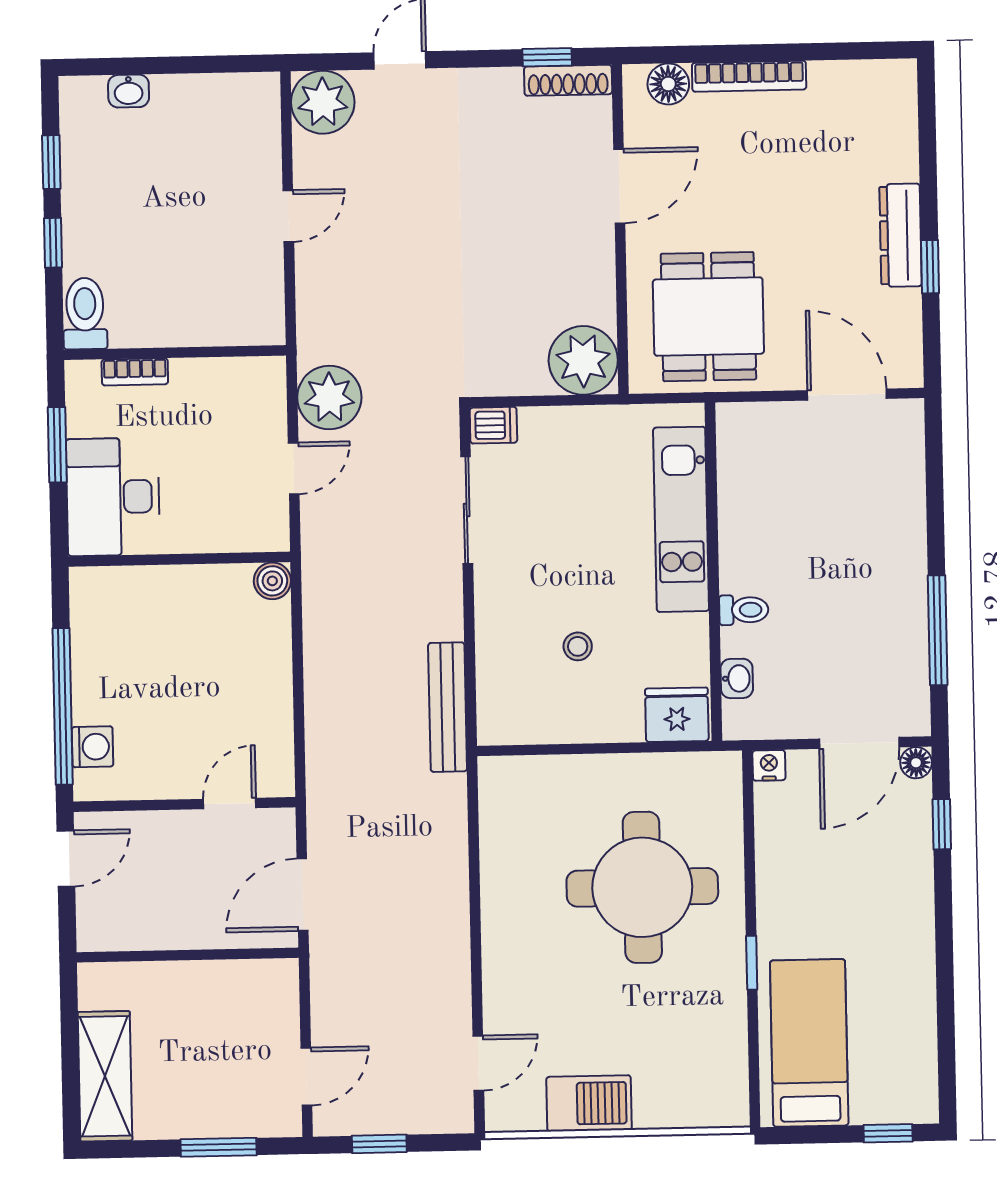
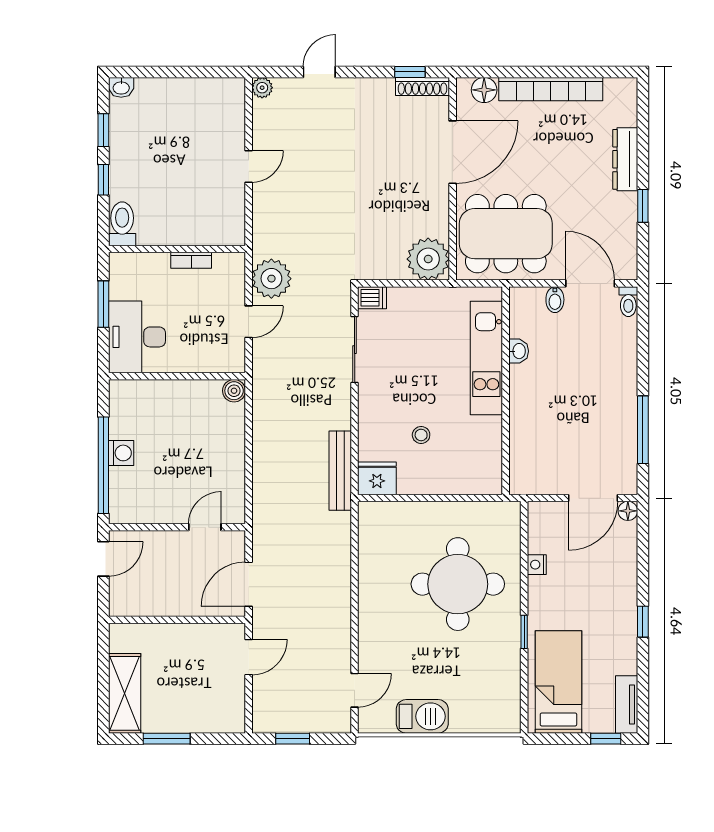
bookcase: (749, 76) -> (551, 89), width x1.48, depth x1.31
washbasin: (129, 91) -> (121, 87), moved
plant: (323, 102) -> (262, 88), width x0.53, depth x0.53
door: (619, 186) -> (453, 152), width x1.36
dresser: (901, 235) -> (625, 159), moved
dining table: (708, 317) -> (506, 234), width x1.38
bookcase: (135, 372) -> (191, 260), moved
bidet: (790, 422) -> (555, 300), added
toilet: (744, 610) -> (628, 302), moved, turned 90
washbasin: (737, 678) -> (519, 351), moved
fridge: (677, 715) -> (377, 478), moved
washing machine: (93, 747) -> (121, 453), moved
nightstand: (769, 765) -> (537, 565), moved, turned -90
window: (942, 824) -> (643, 622), moved
door: (306, 1077) -> (249, 657), moved
tv unit: (920, 1077) -> (627, 704), added
window: (219, 1147) -> (167, 739), moved

